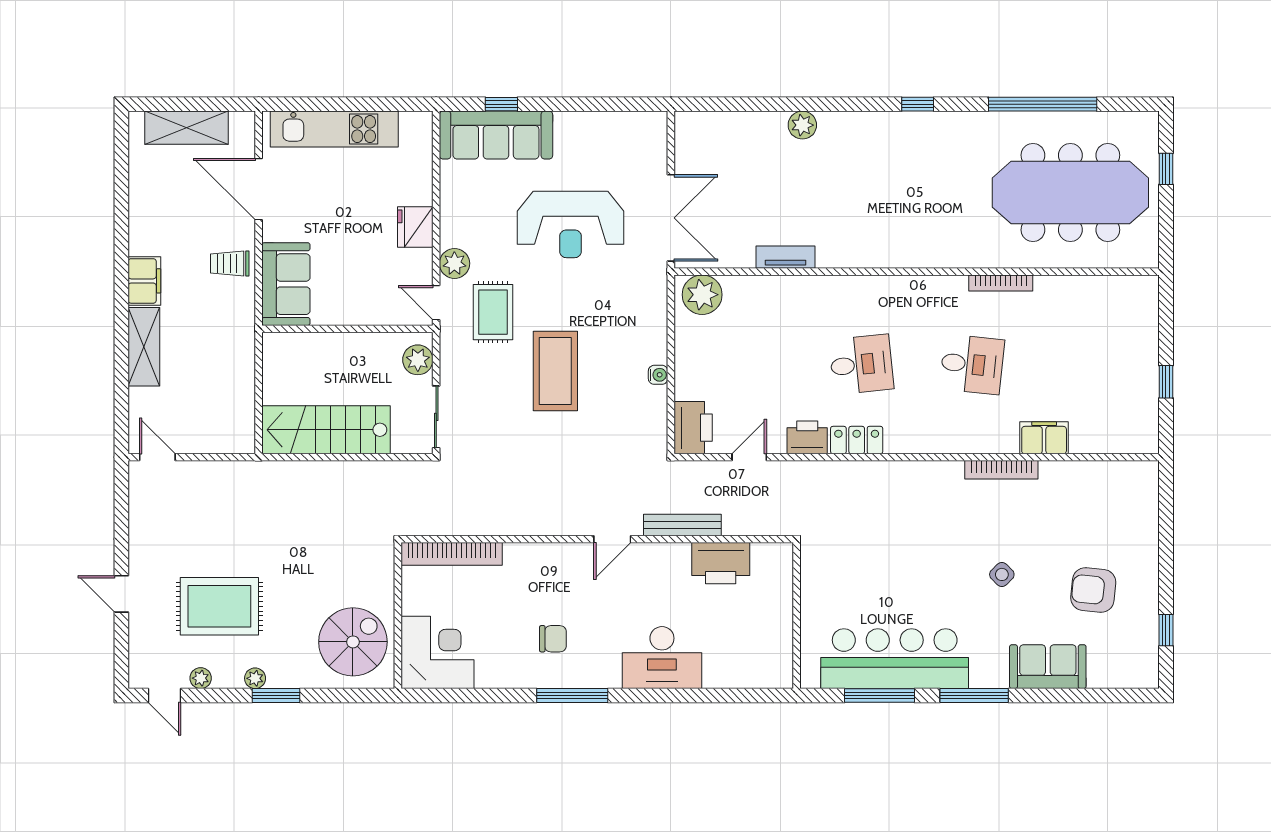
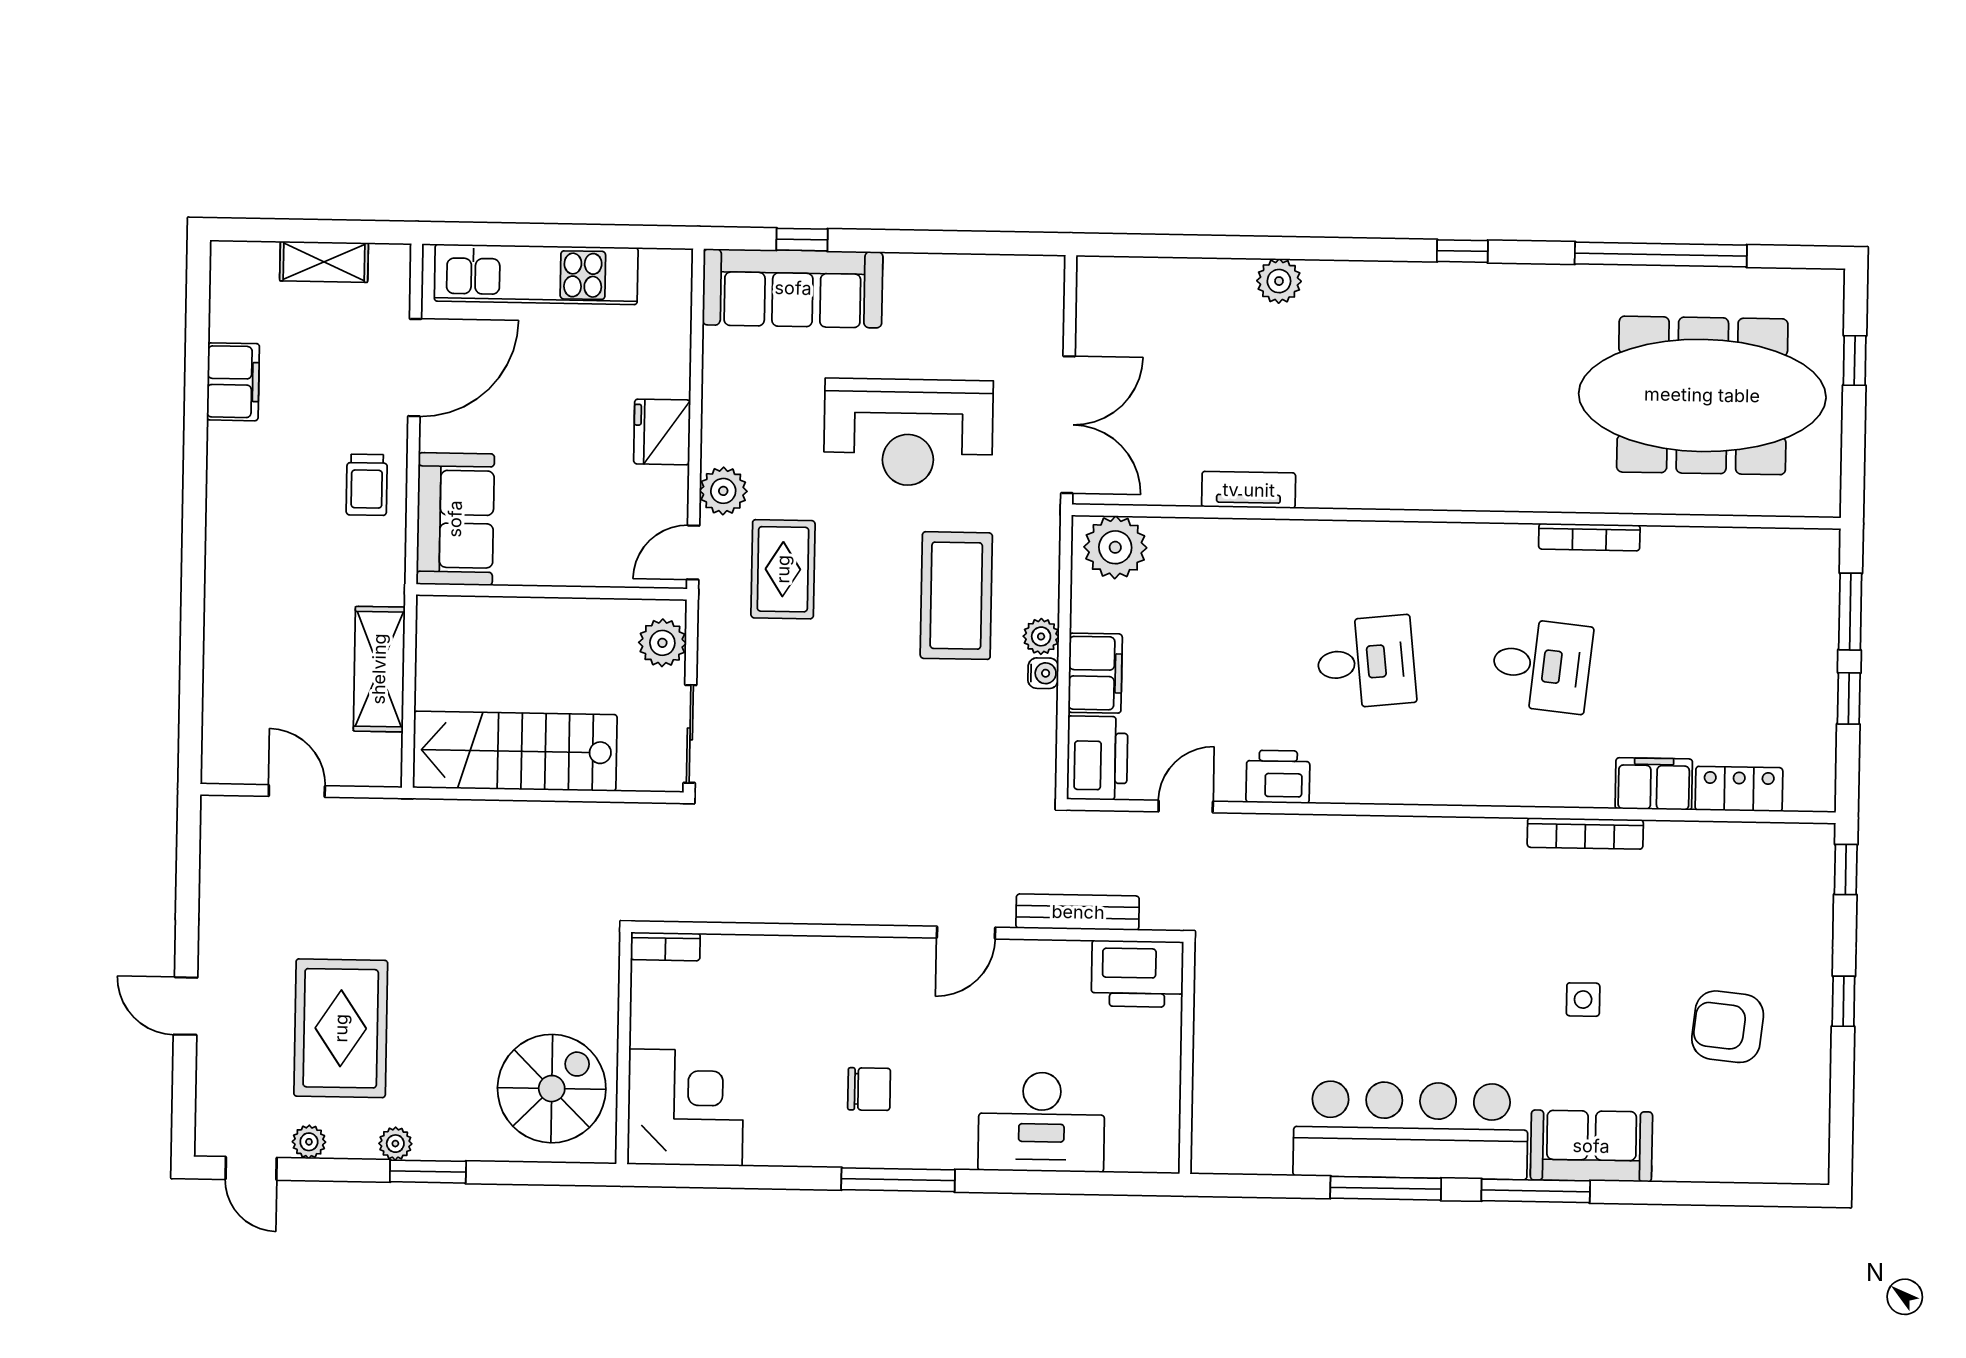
shelving: (187, 128) -> (324, 262), width x0.67, depth x0.75
door: (259, 189) -> (415, 368), swing flipped
trolley: (230, 263) -> (367, 485), turned -90
filing cabinet: (144, 281) -> (233, 382), moved
door: (436, 303) -> (693, 553), hinge flipped
window: (1166, 327) -> (1850, 612), added
shelving: (144, 347) -> (379, 669), moved
plant: (656, 352) -> (1041, 636), added
coffee table: (555, 371) -> (956, 596), moved
filing cabinet: (691, 374) -> (1095, 673), added
locker: (857, 440) -> (1739, 789), moved
door: (157, 457) -> (297, 791), moved
window: (1166, 490) -> (1846, 870), added
bookcase: (452, 554) -> (665, 946), width x0.43, depth x0.76
side table: (1002, 574) -> (1583, 1000), turned 45
rug: (219, 606) -> (341, 1028), turned 90
wall: (797, 616) -> (1187, 1058), moved
window: (1166, 630) -> (1843, 1001), moved
sofa: (1048, 667) -> (1591, 1146), moved

